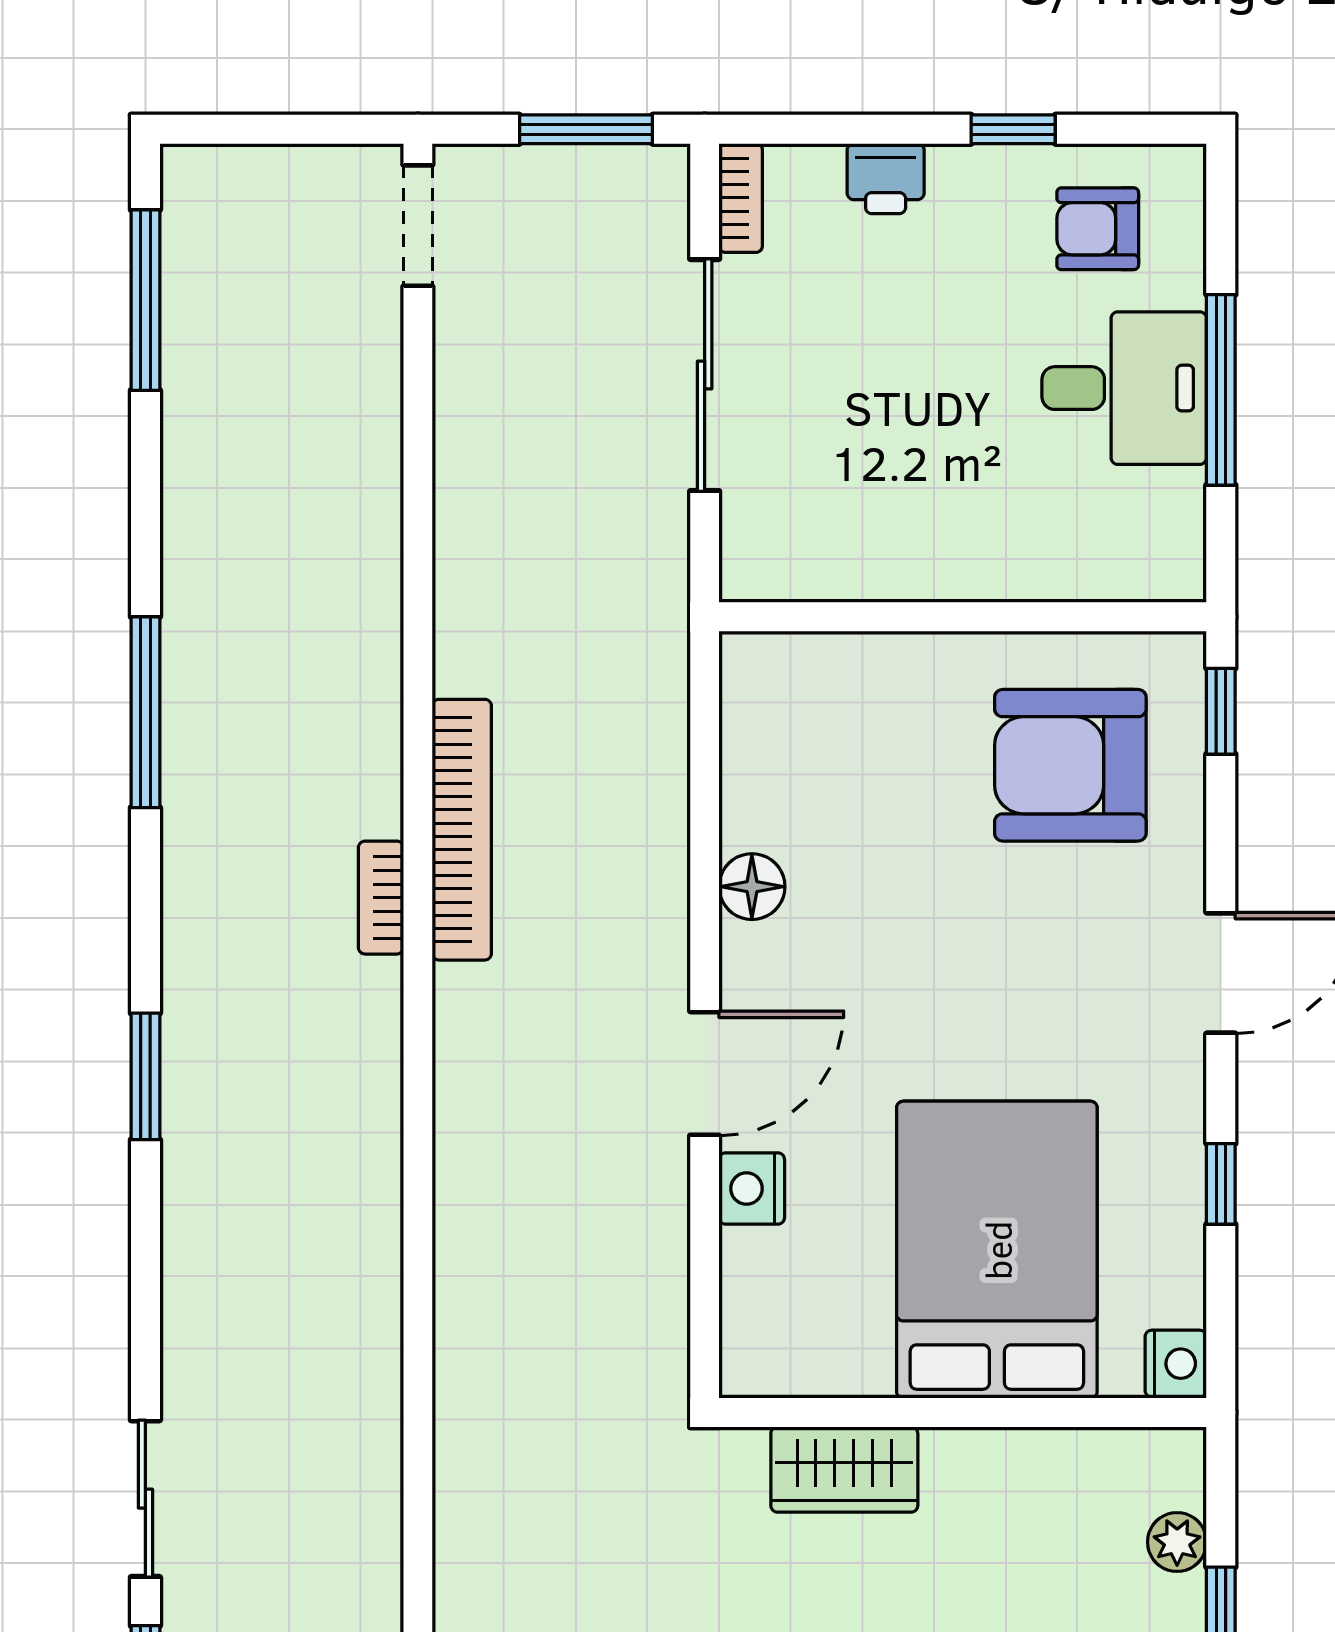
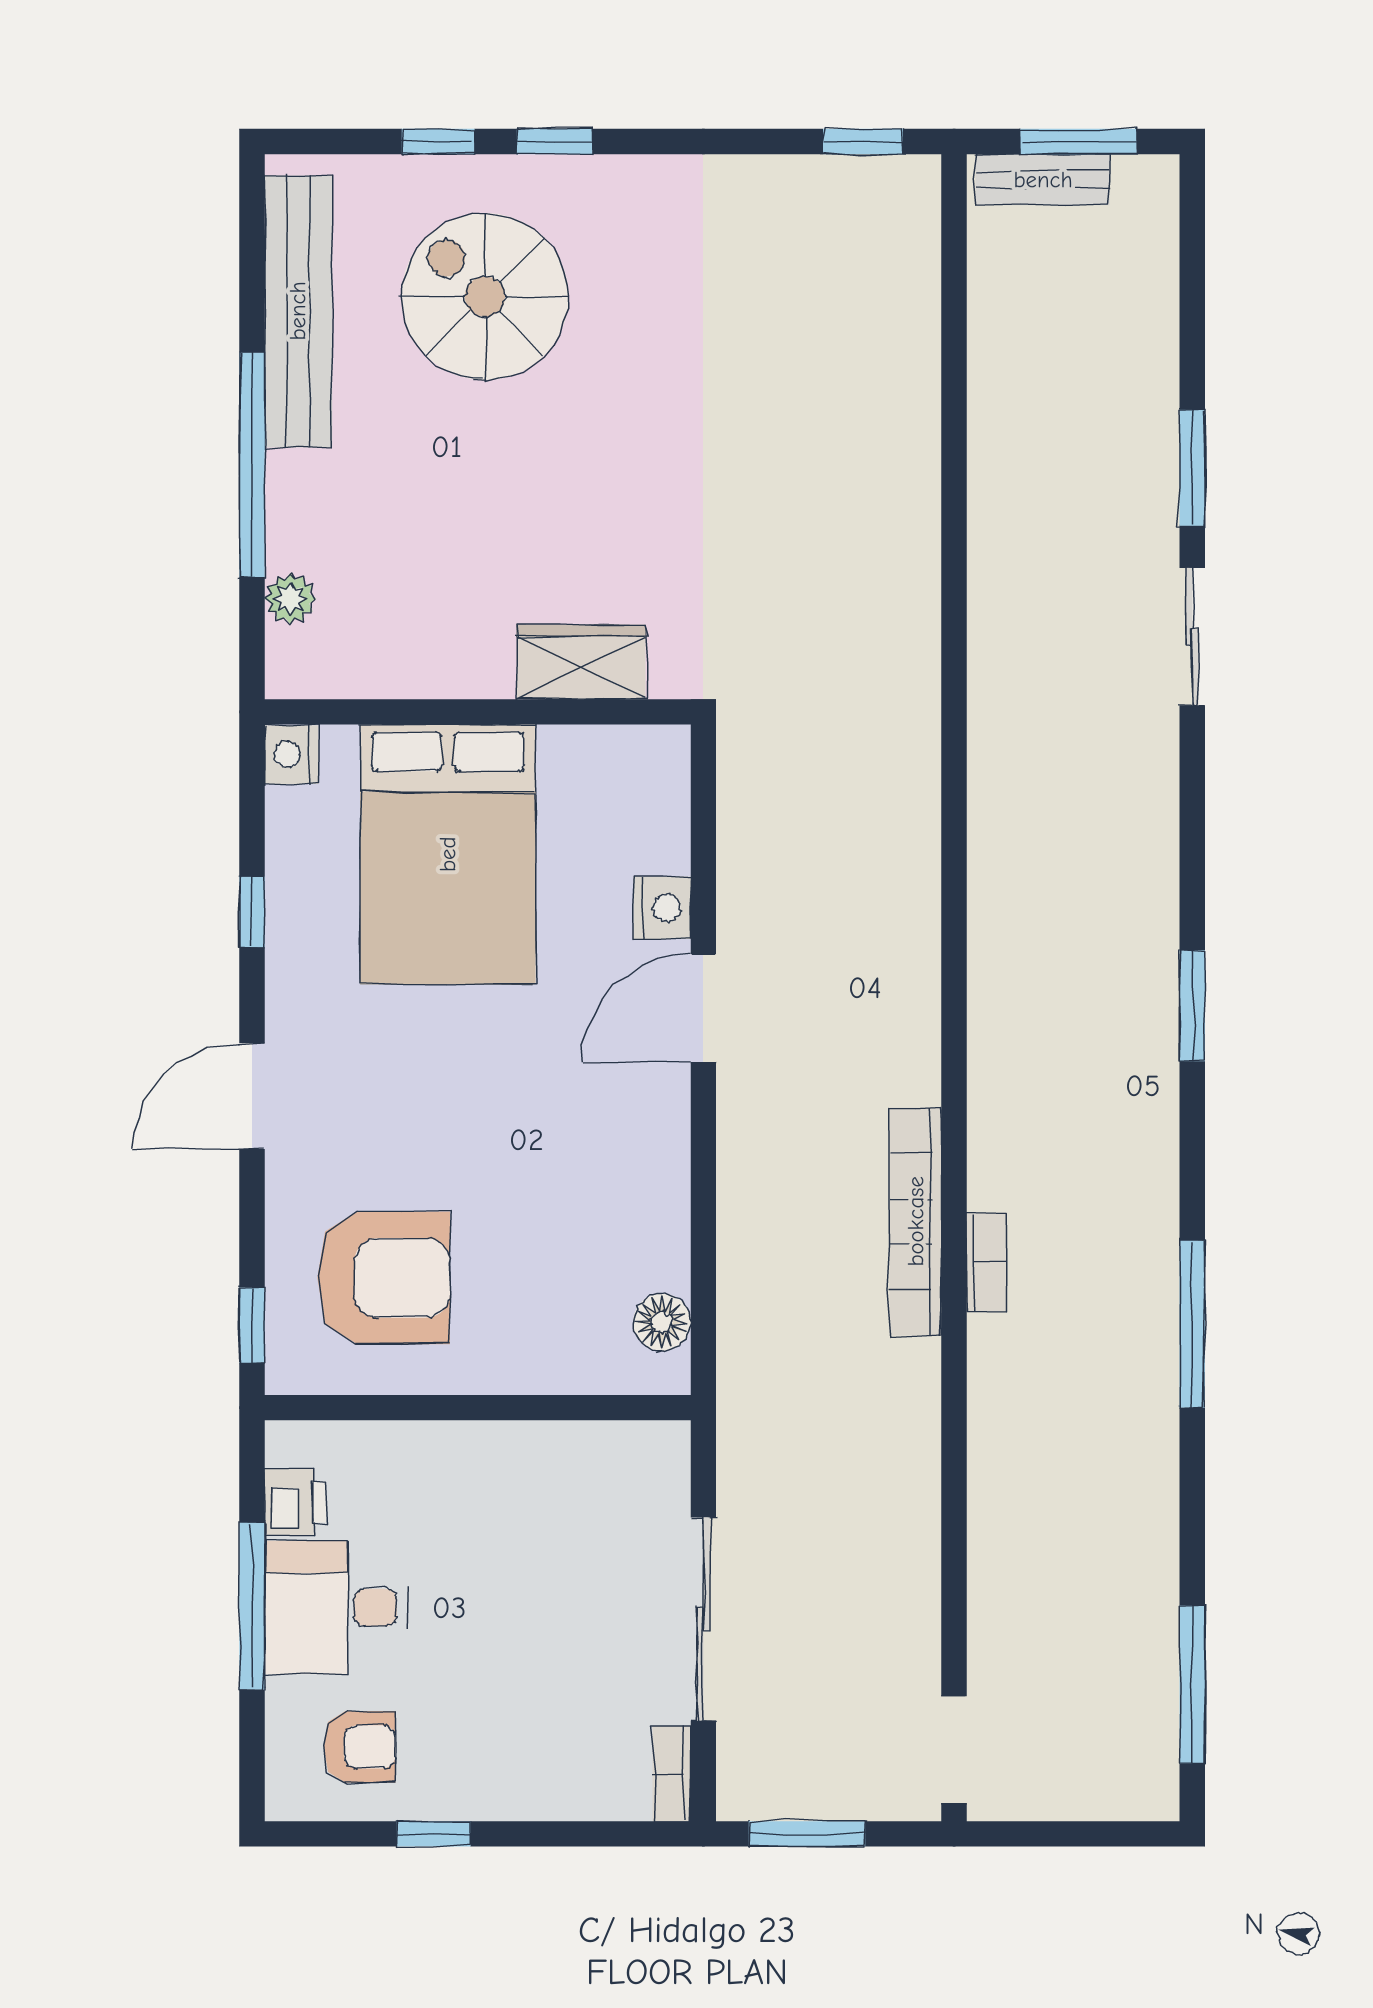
printer: (886, 179) -> (295, 1502), moved, turned 90
floor lamp: (752, 887) -> (662, 1322), moved
bookcase: (381, 898) -> (986, 1262), moved

